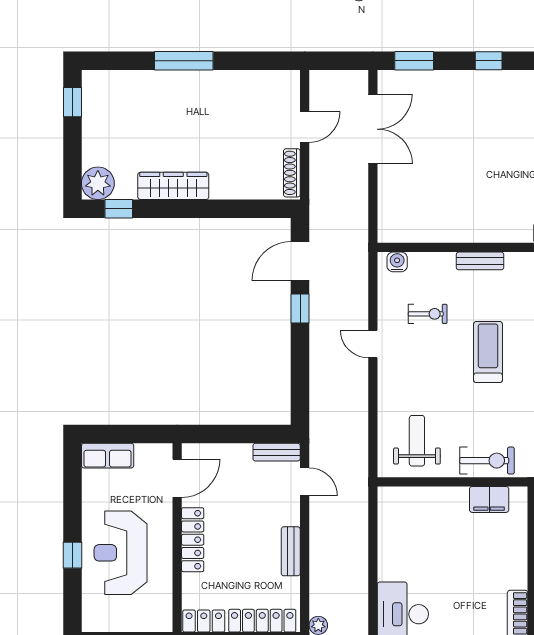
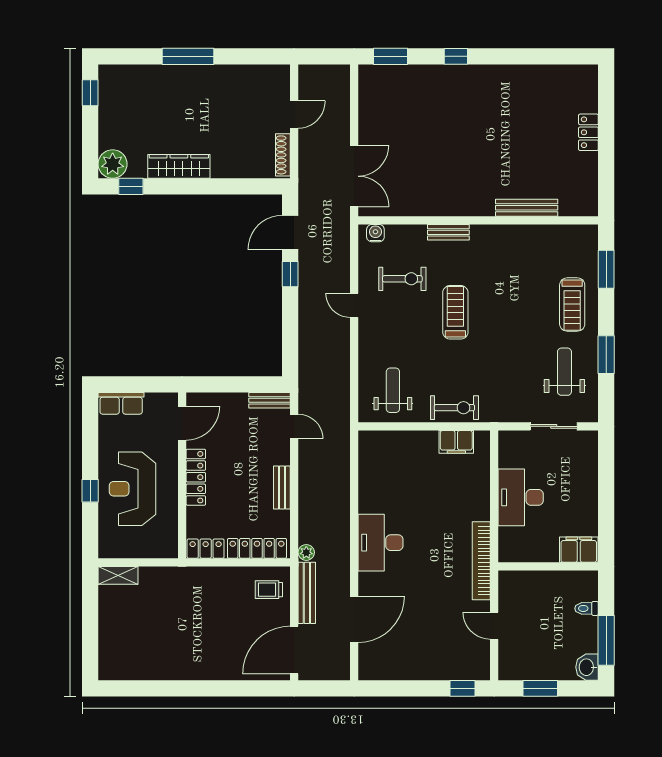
double door: (373, 129) -> (354, 176), moved
exercise bike: (428, 314) -> (402, 279), width x1.38, depth x1.39

